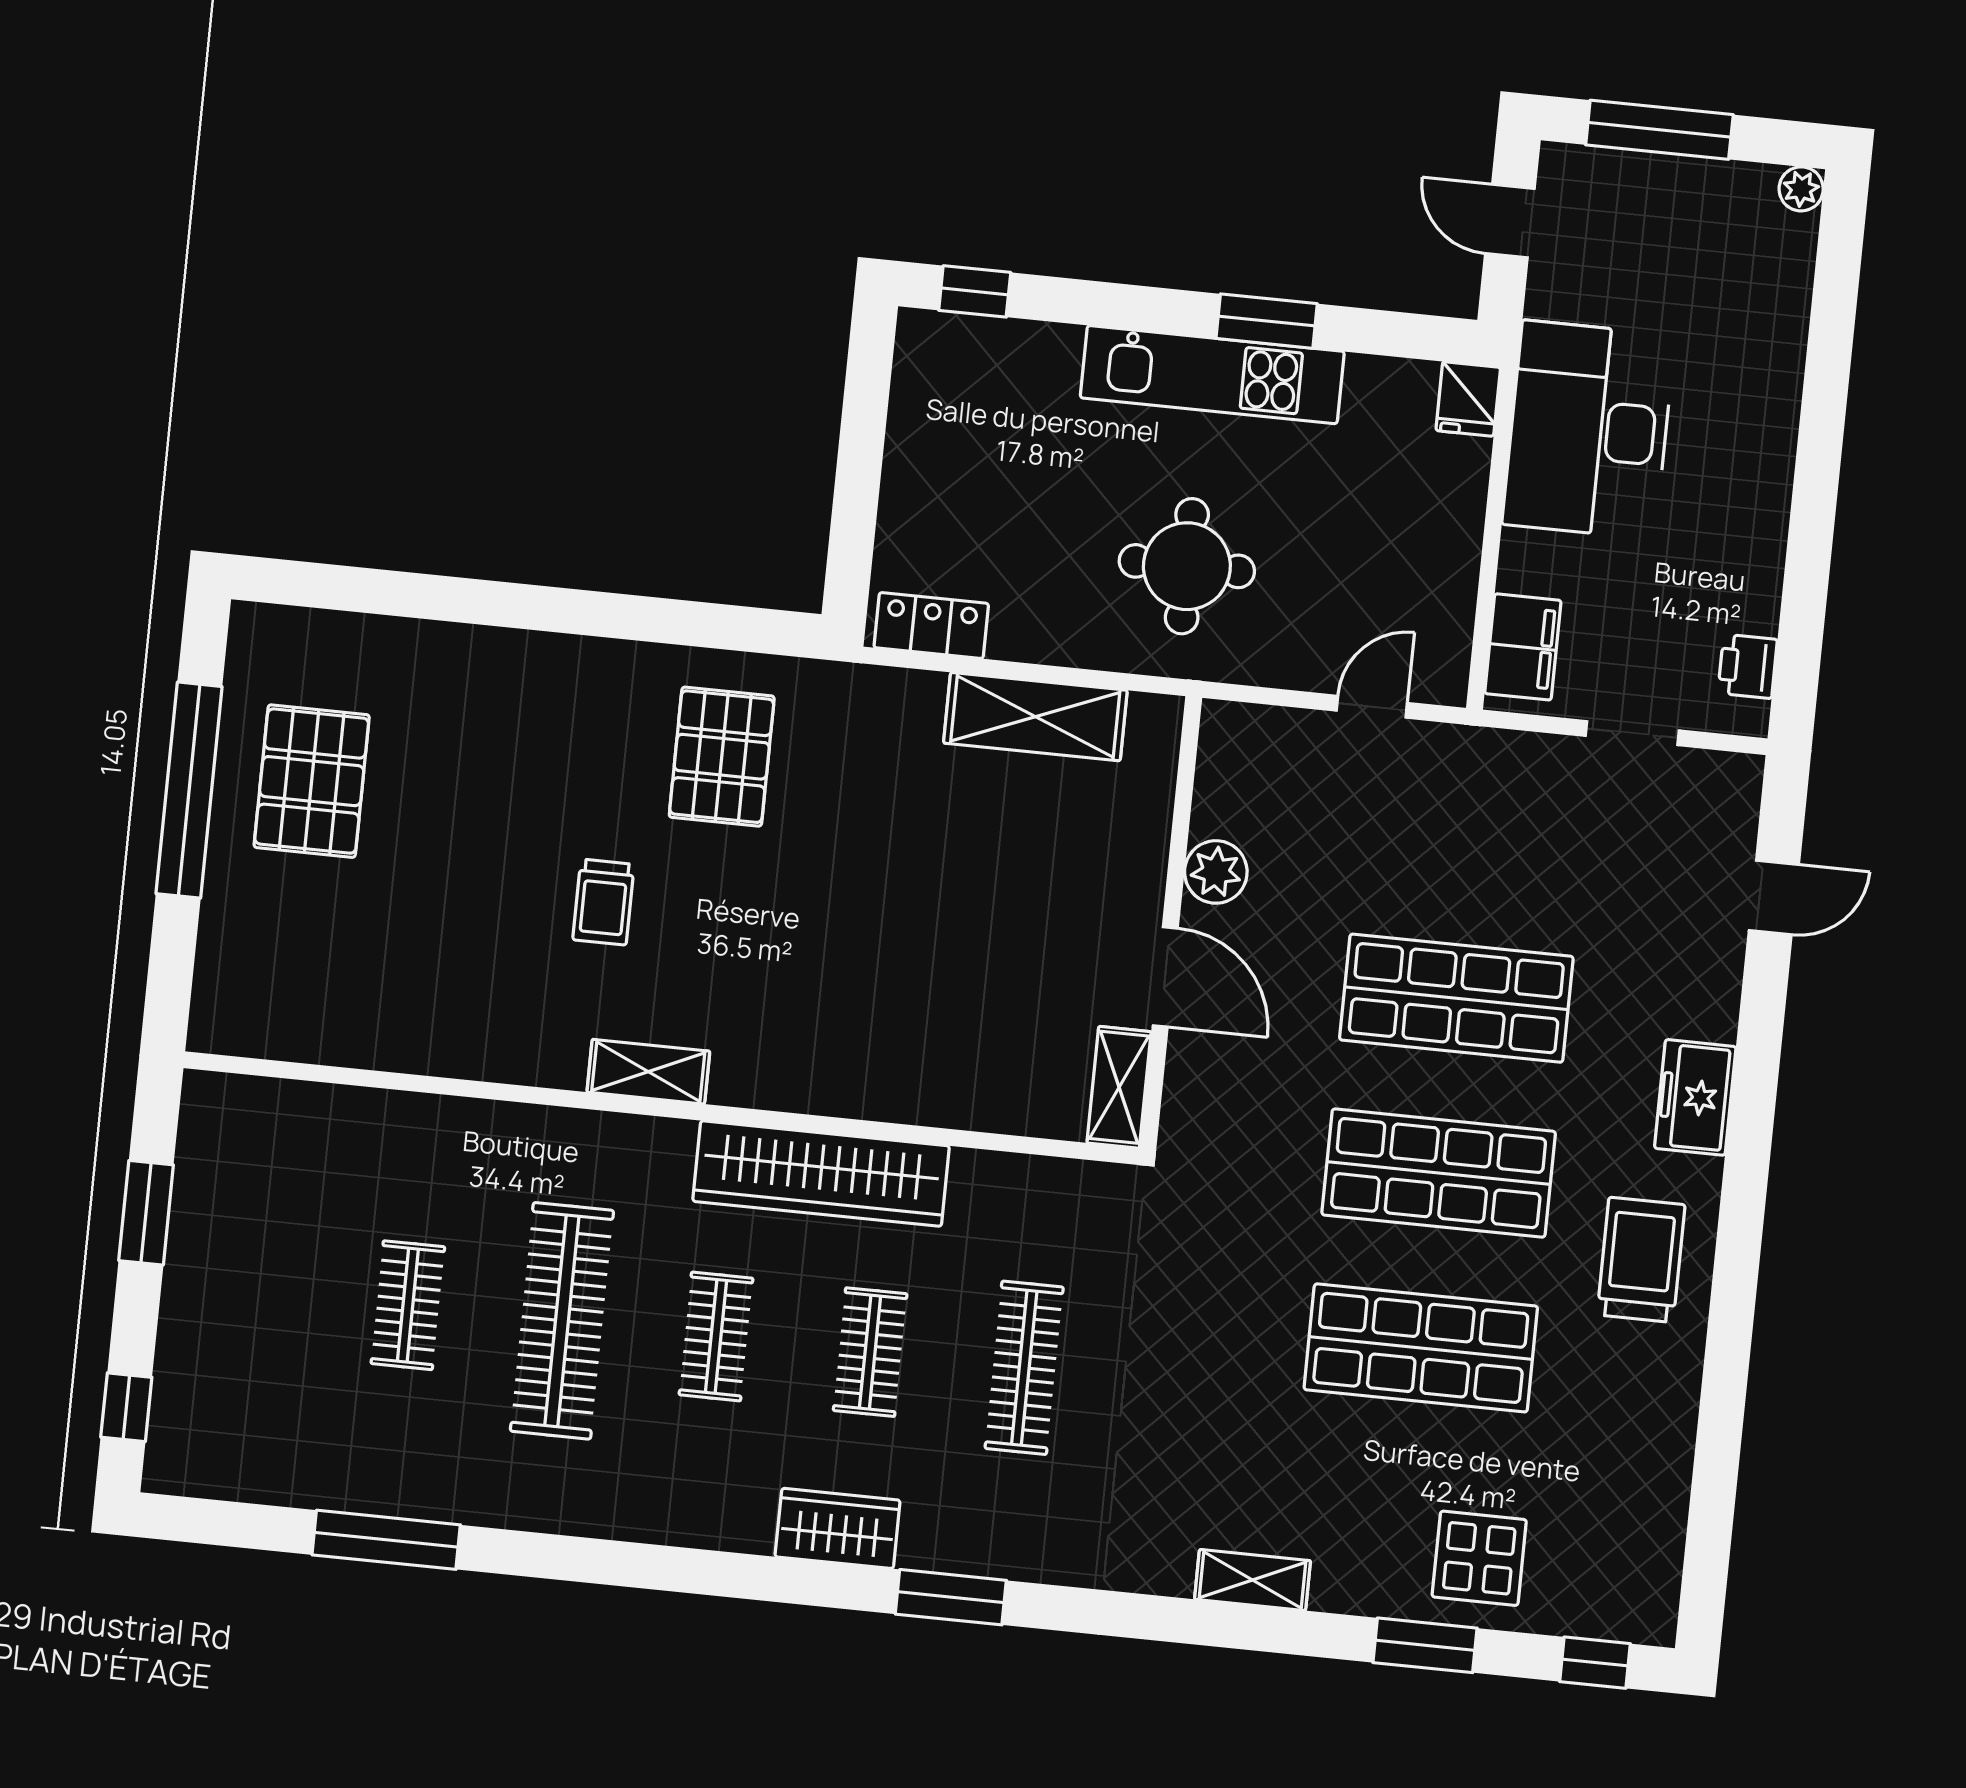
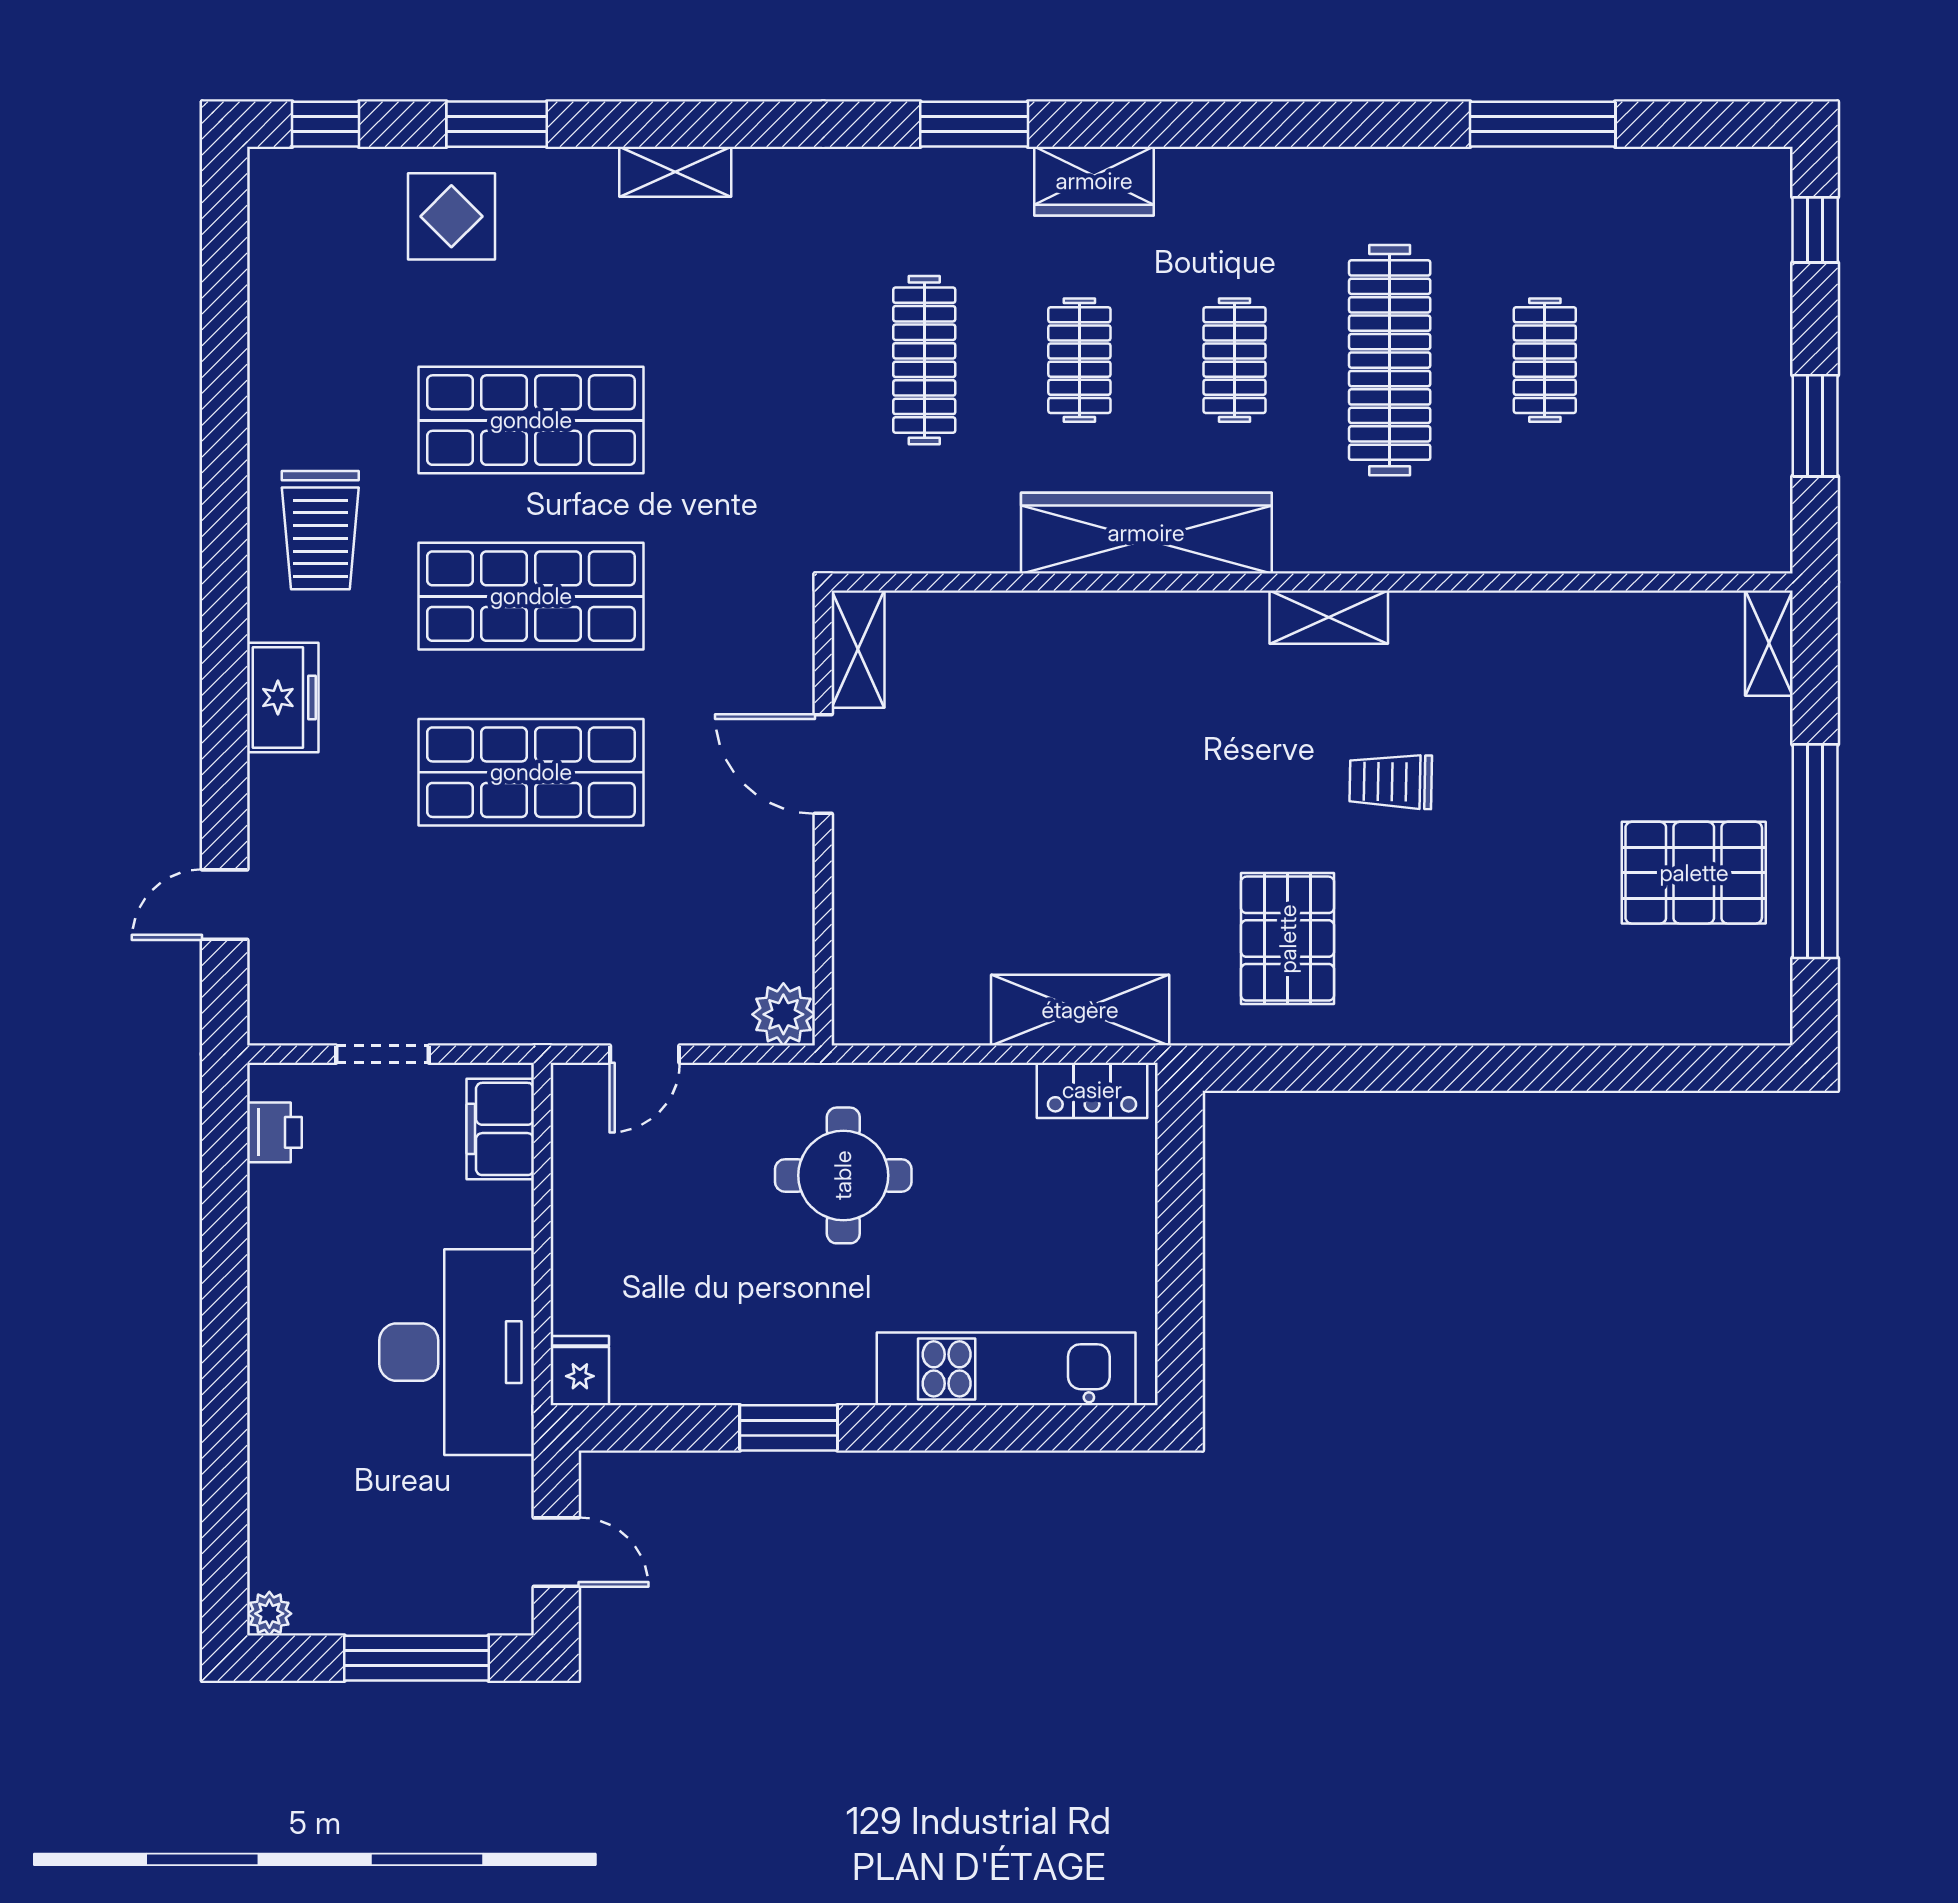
window: (975, 291) -> (1083, 1428), removed
kitchen unit: (1212, 375) -> (1006, 1369), moved
shelving: (1035, 717) -> (1080, 1010), moved
pallet: (312, 781) -> (1694, 873), turned 90
plant: (1216, 872) -> (783, 1014), moved
trolley: (604, 902) -> (1391, 782), turned -89
shelving: (214, 1001) -> (1769, 643), added

